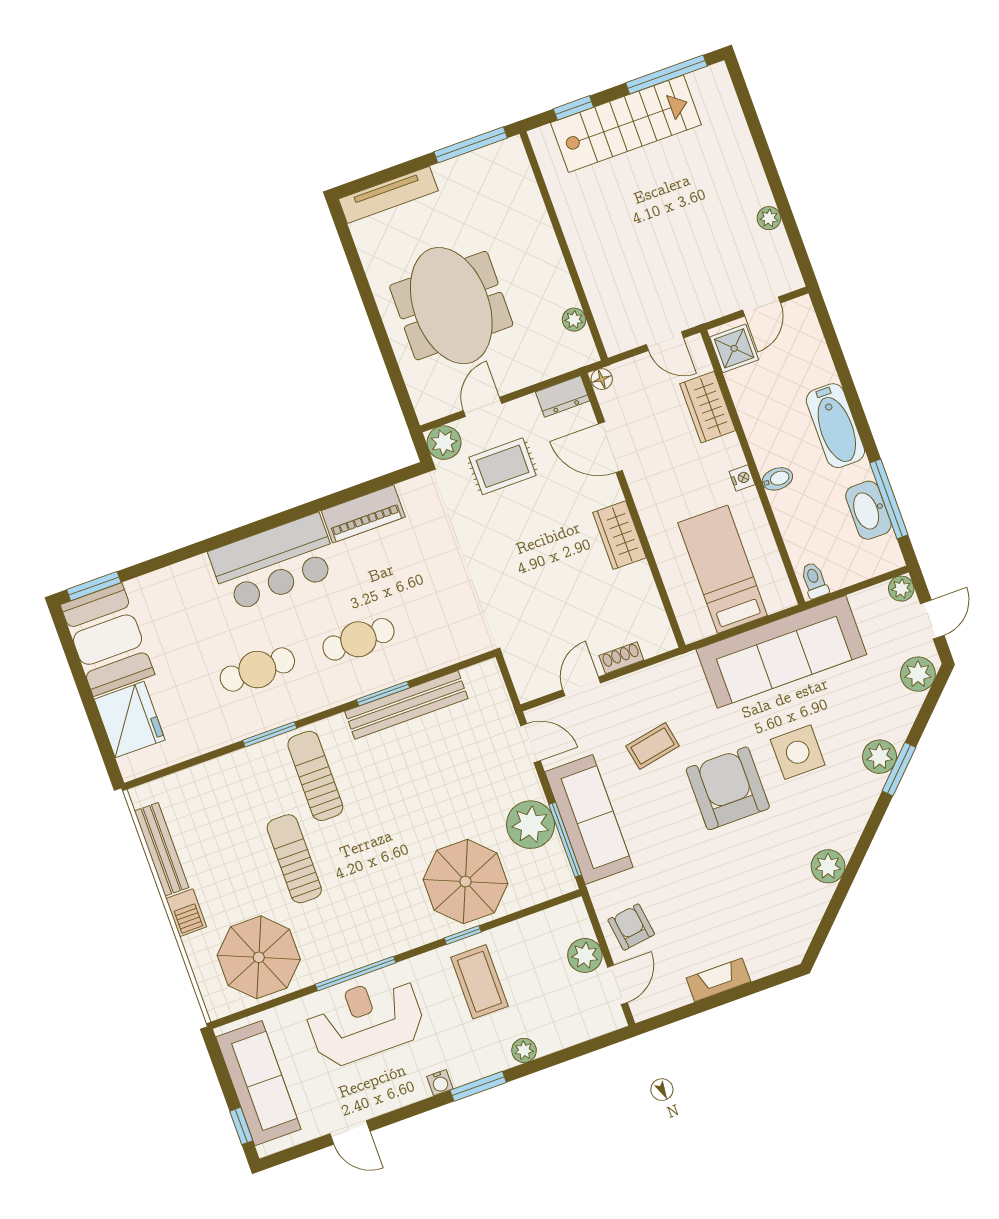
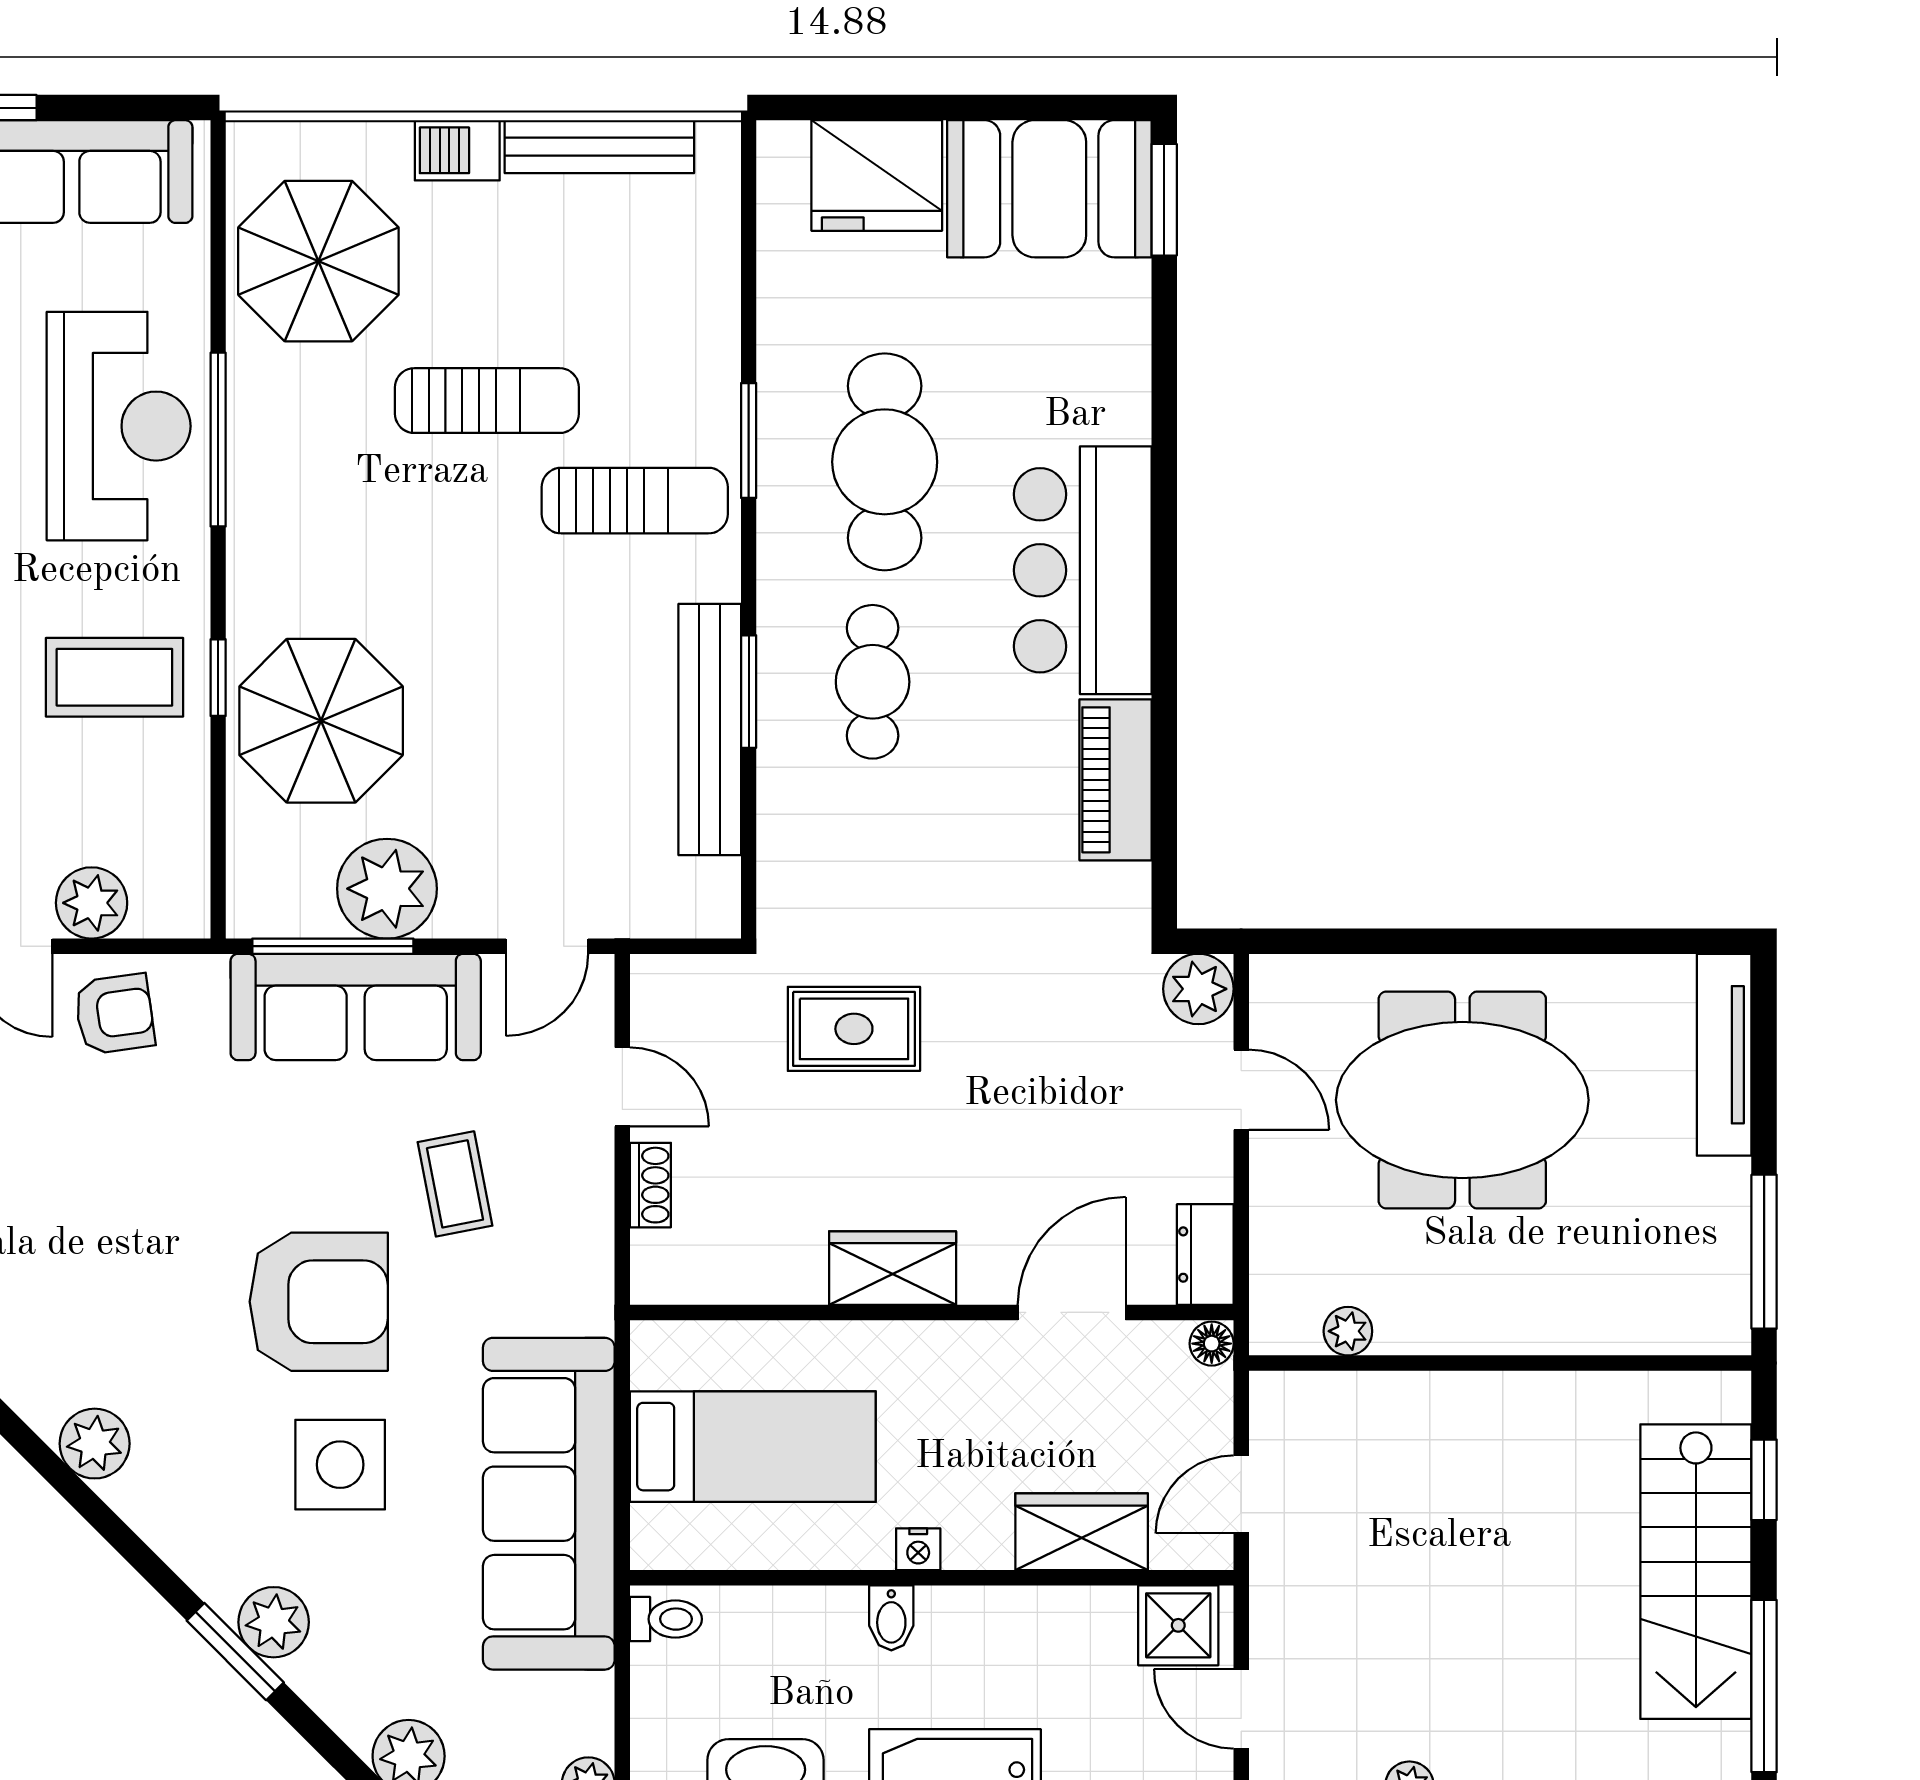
rug: (503, 466) -> (854, 1029), moved, turned 90
cafe table: (257, 670) -> (885, 462), width x1.37, depth x1.35

